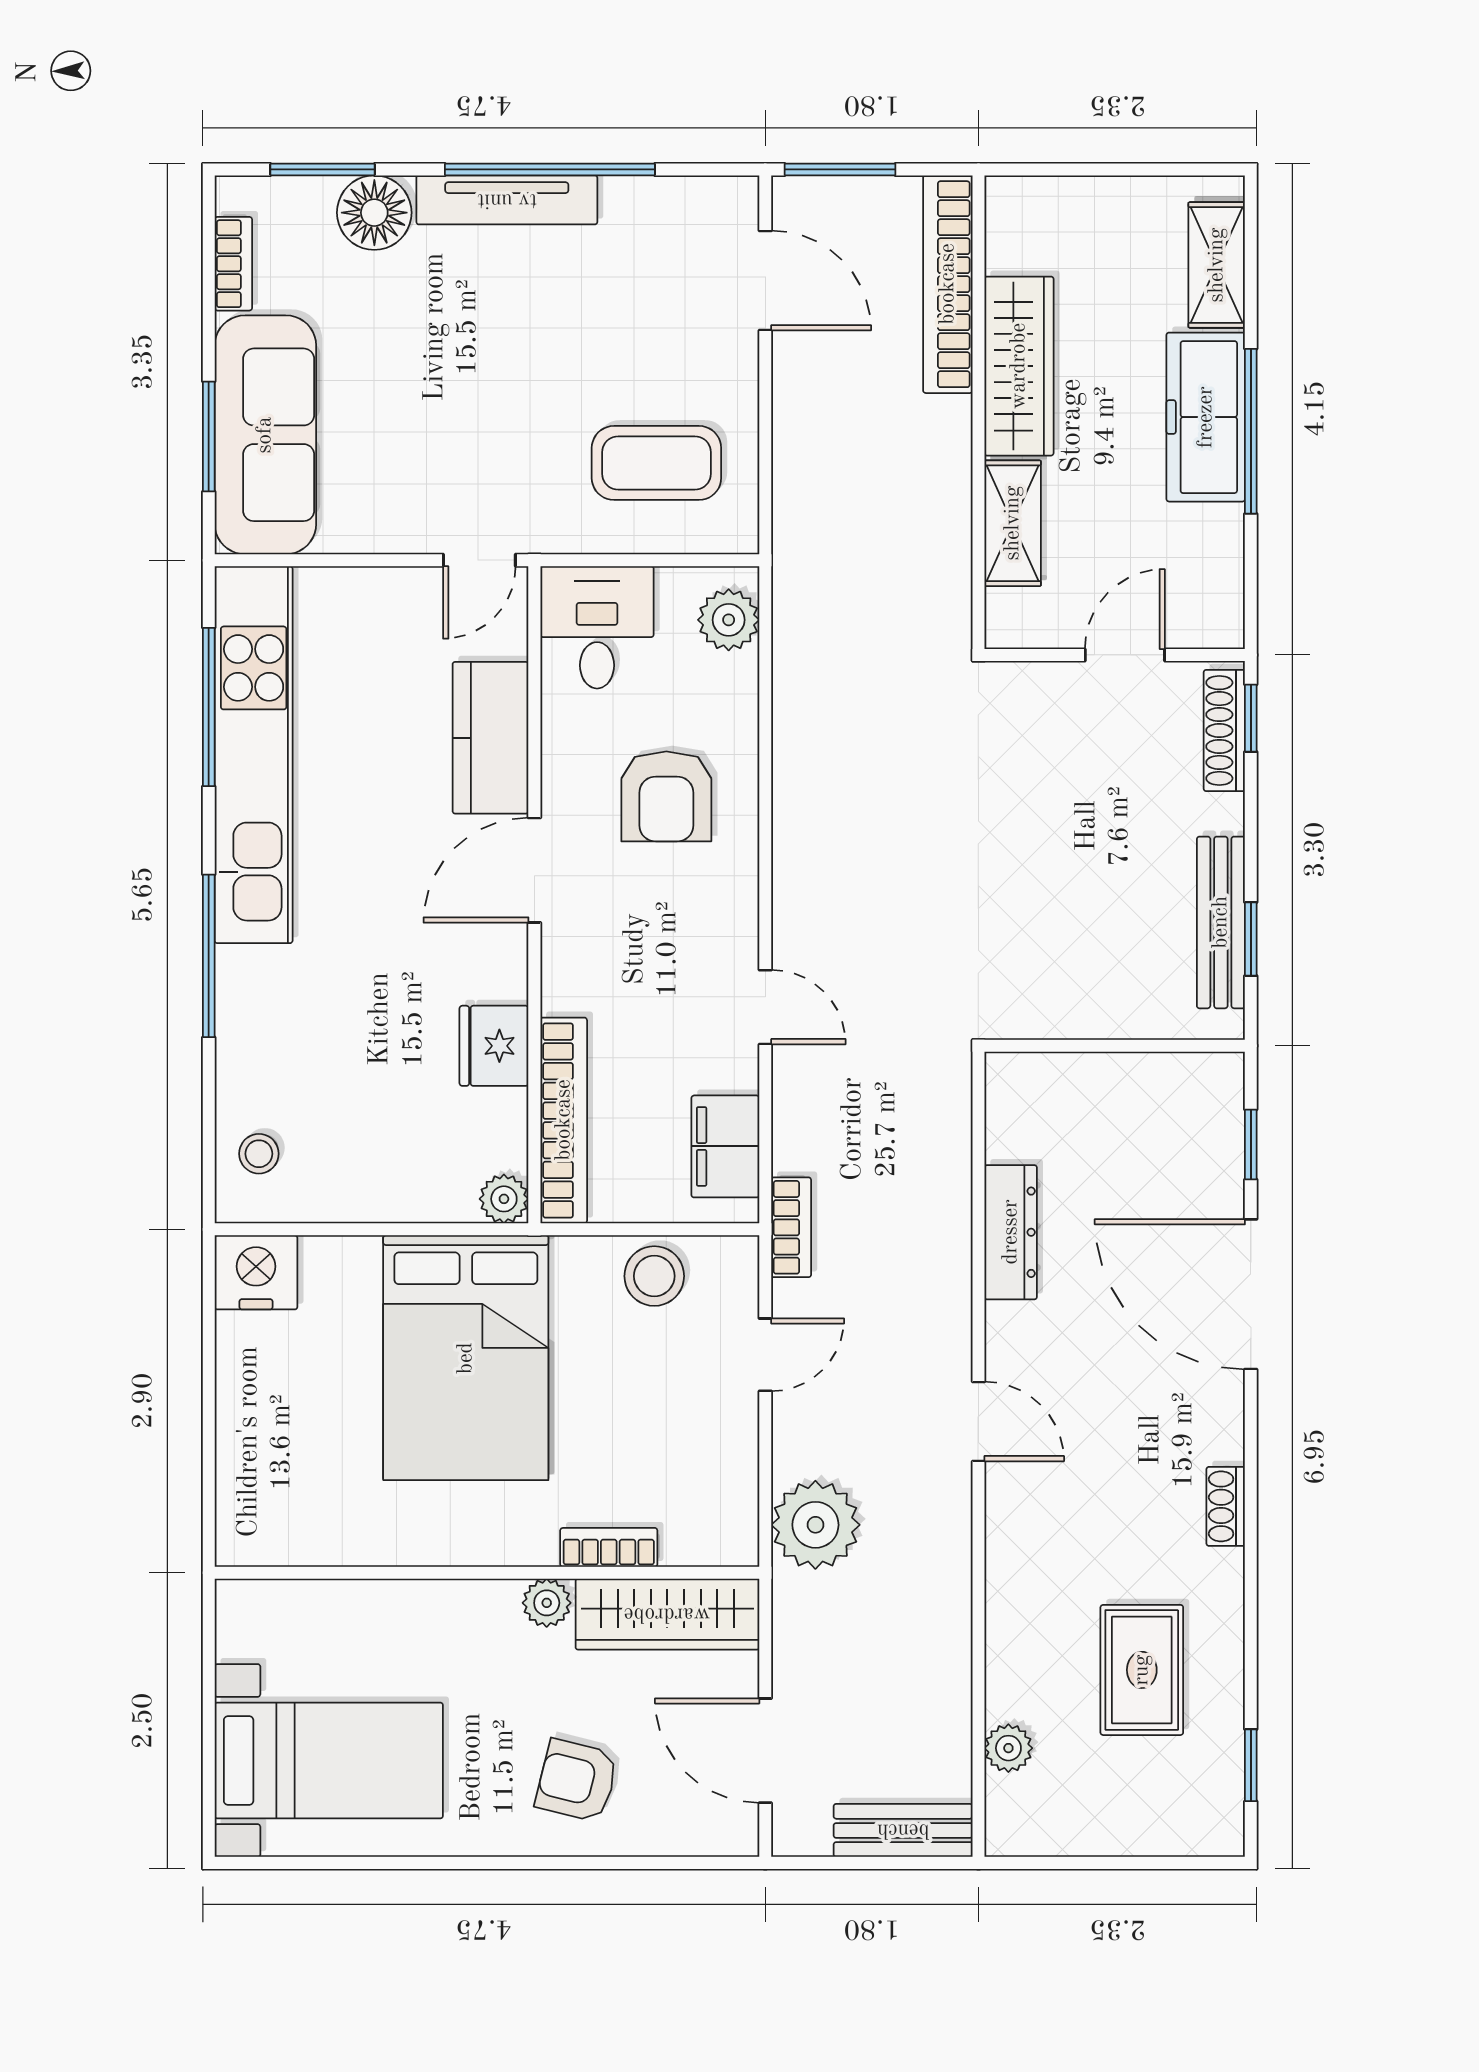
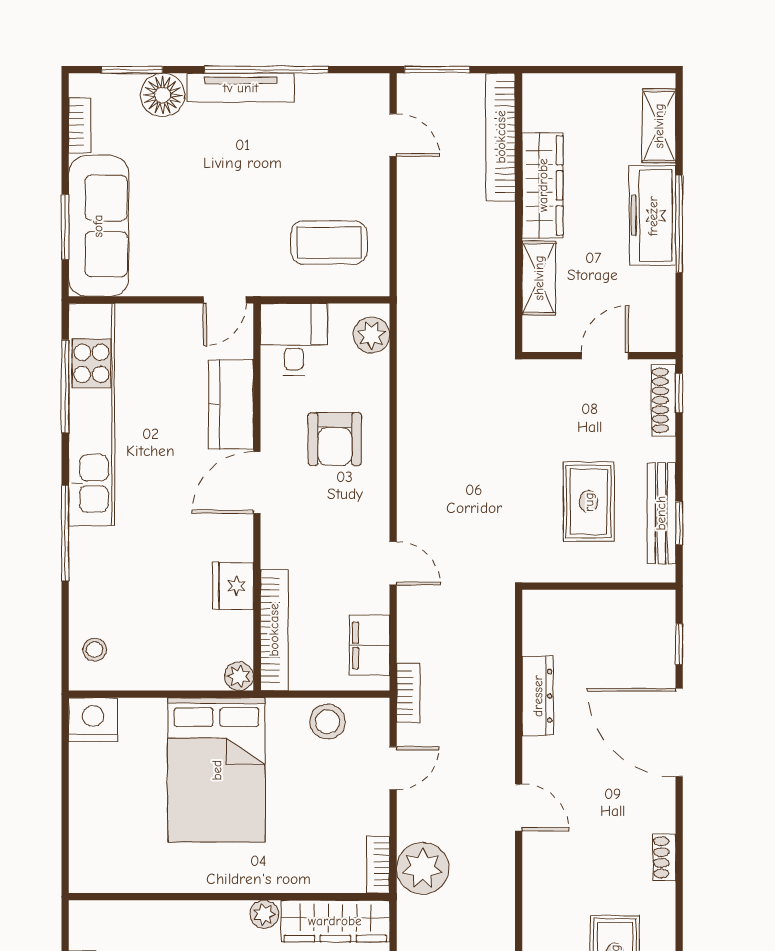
door: (765, 280) -> (393, 135), width x0.73
rug: (1097, 903) -> (589, 502), added
bookcase: (609, 1547) -> (378, 864), moved, turned -90

